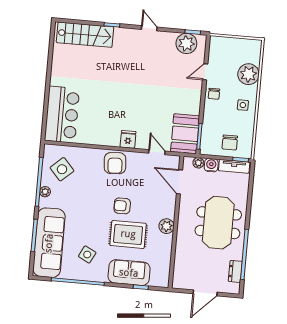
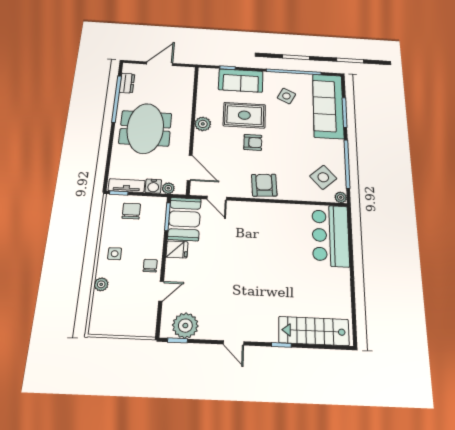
plant: (248, 74) -> (101, 284), width x0.53, depth x0.53
fridge: (128, 139) -> (177, 249), moved, turned -90
plant: (45, 192) -> (341, 197), moved

